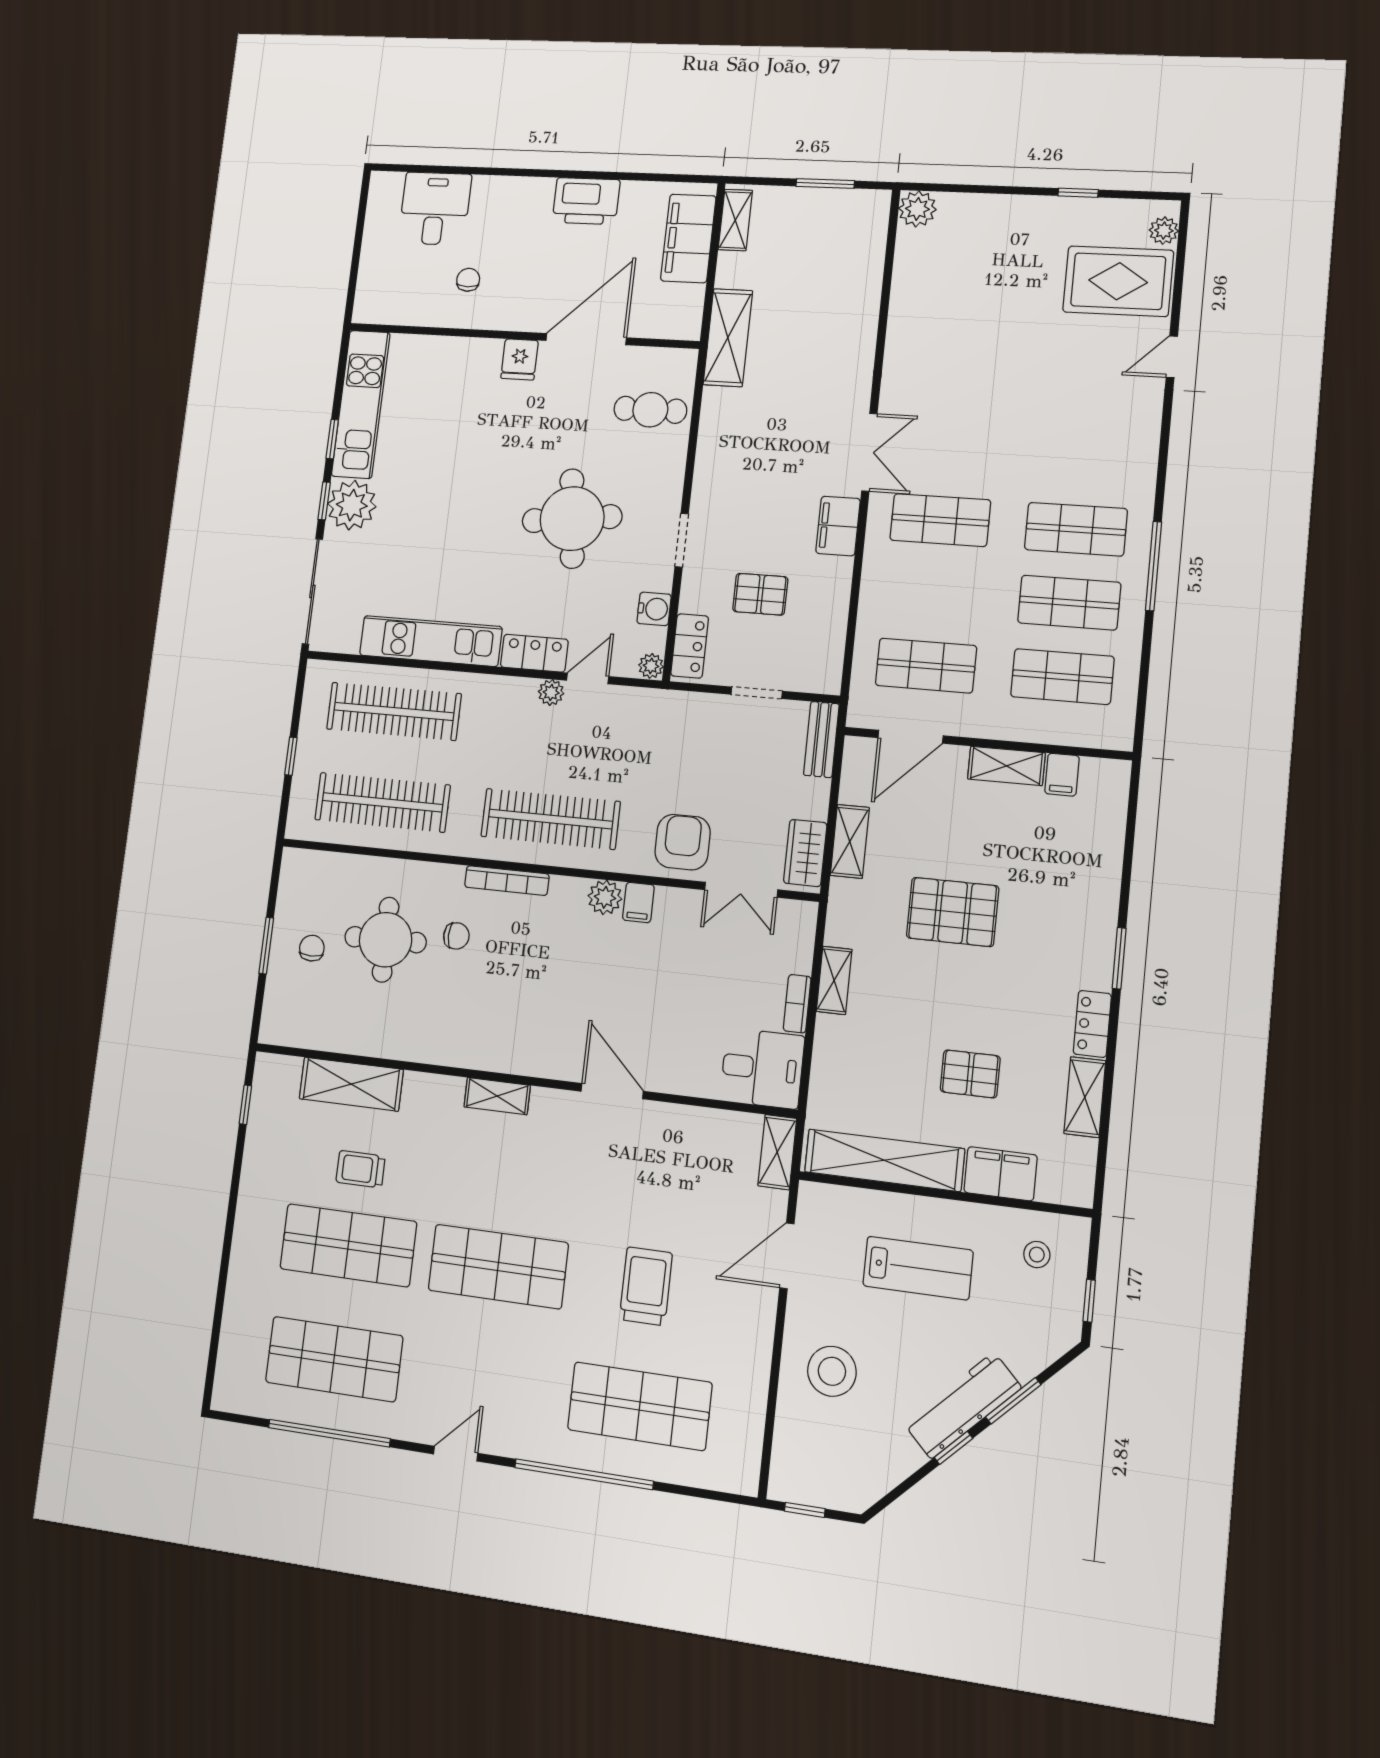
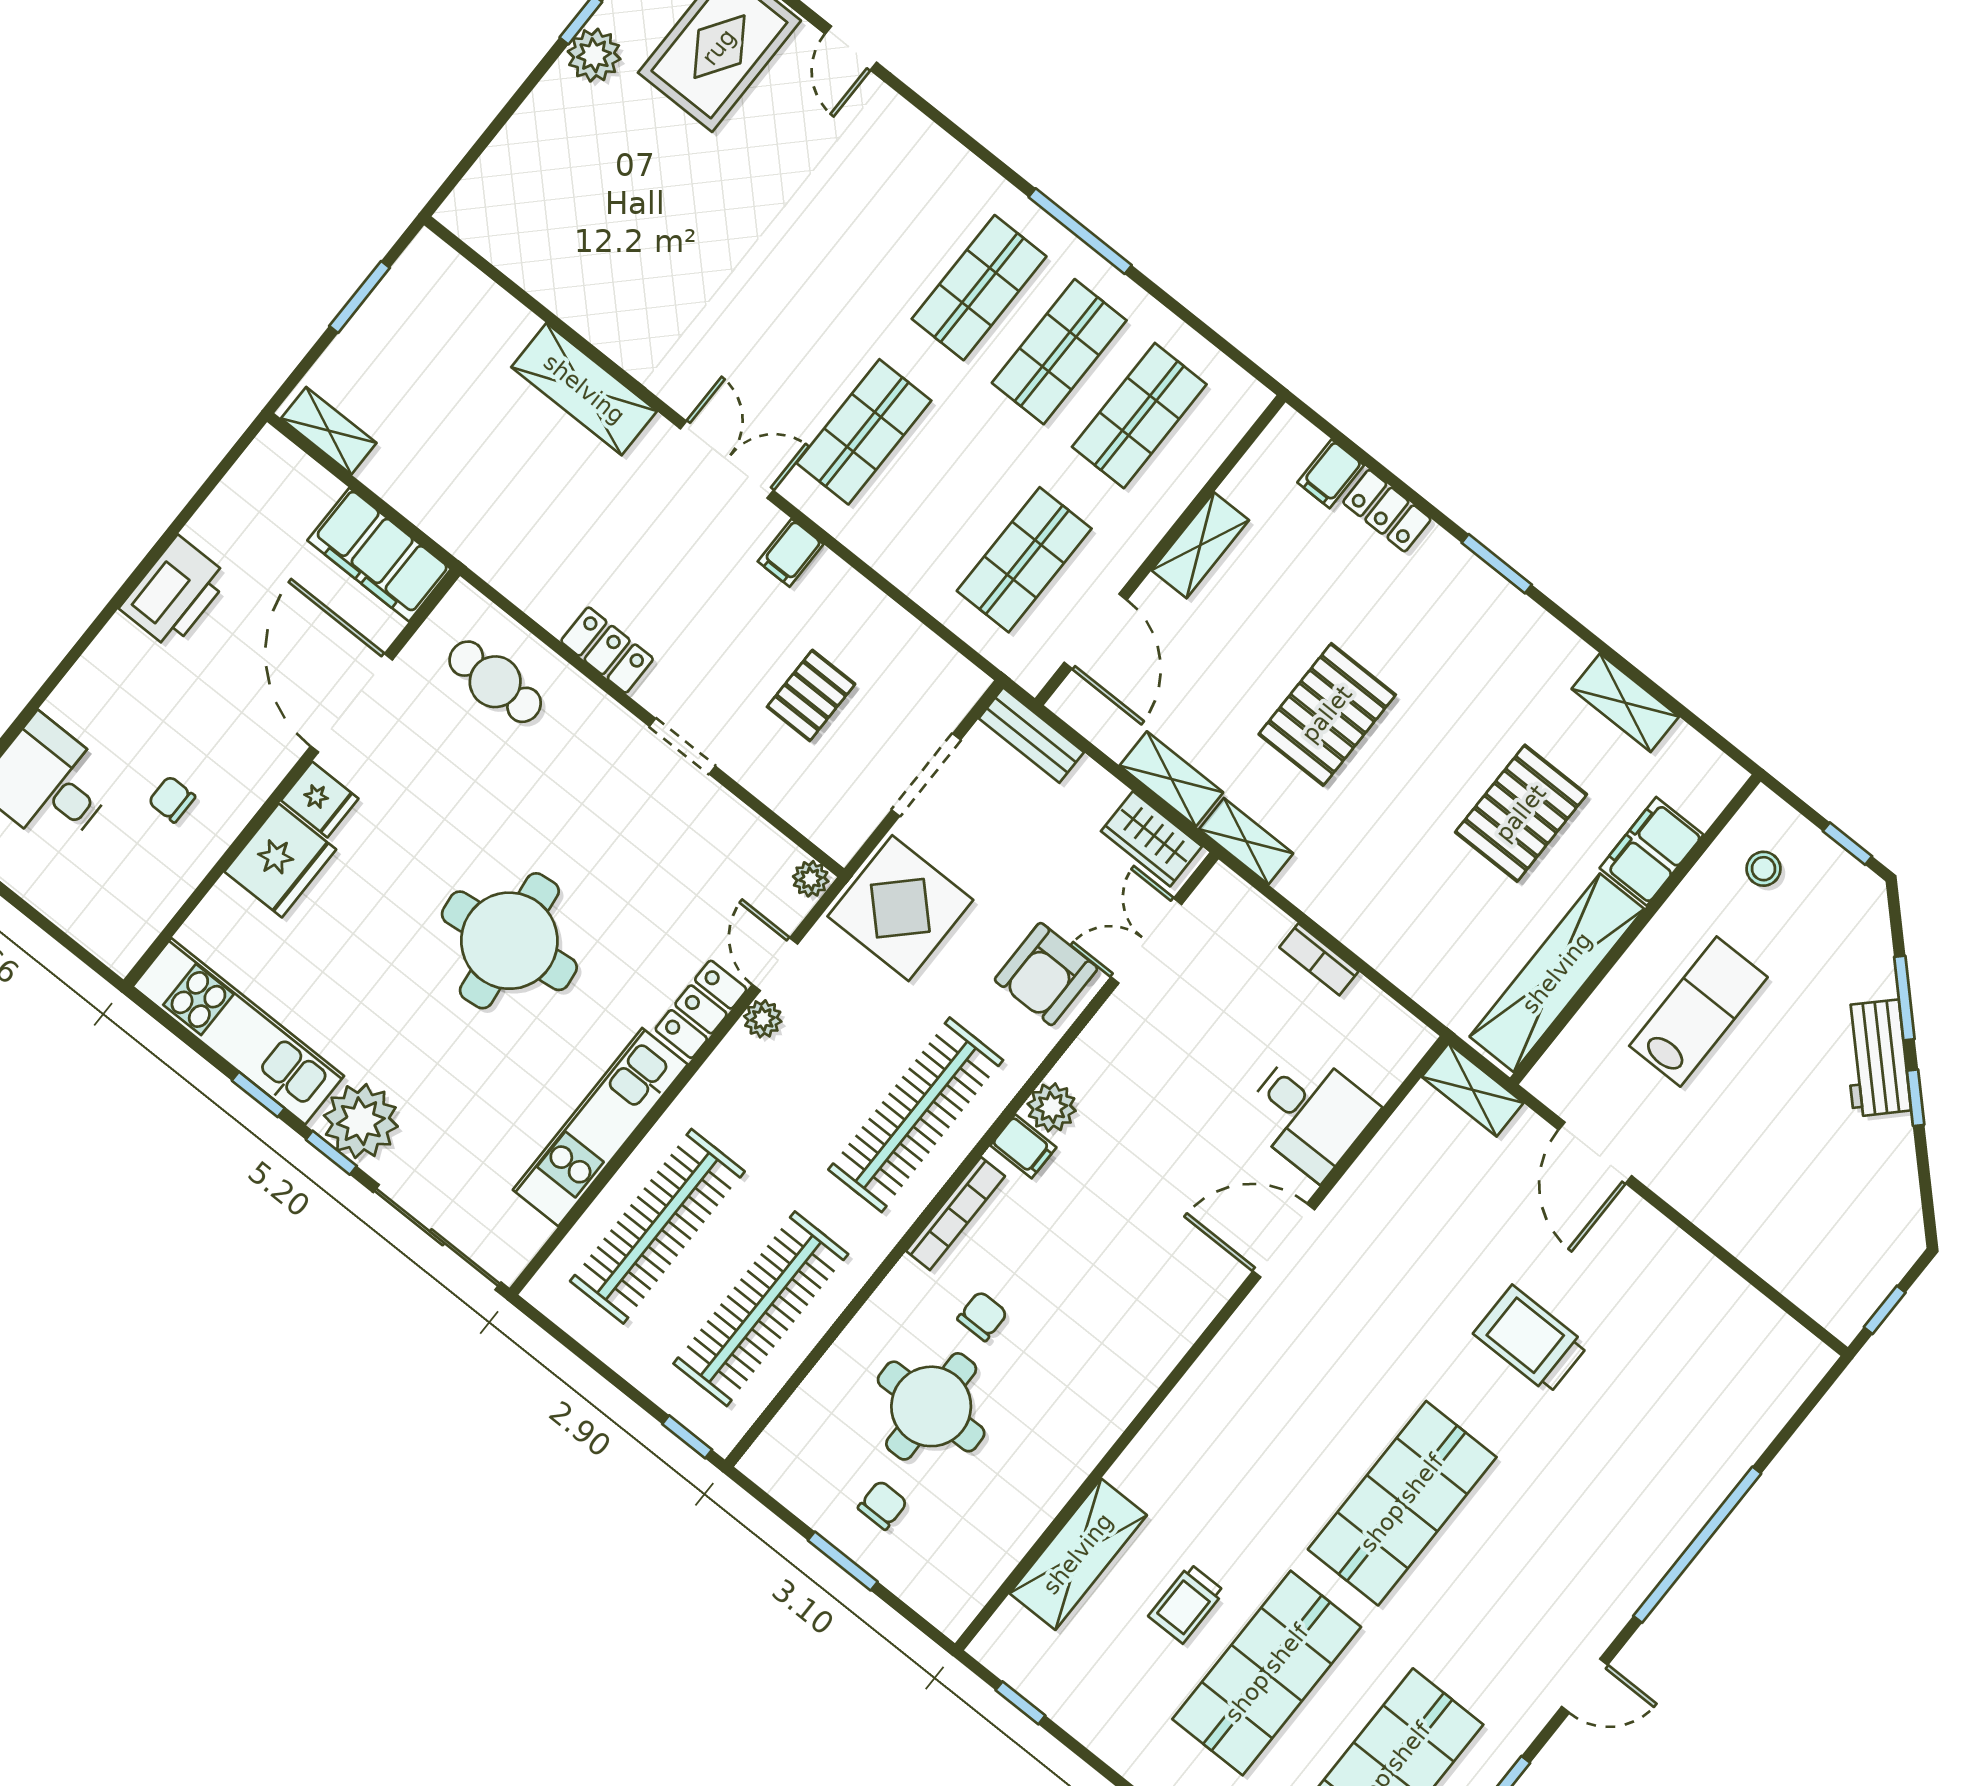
plant: (917, 209) -> (594, 55), moved
filing cabinet: (688, 238) -> (379, 555), moved
shelving: (728, 338) -> (584, 389), moved
fridge: (471, 362) -> (280, 860), added
cafe table: (650, 410) -> (495, 682), turned 90
round table: (572, 519) -> (509, 941), moved
filing cabinet: (838, 526) -> (791, 553), width x0.50
water cooler: (654, 609) -> (744, 832), removed
locker: (690, 646) -> (607, 650), moved
doorway: (757, 693) -> (926, 775), width x1.38
display table: (667, 730) -> (900, 908), added
window: (291, 756) -> (687, 1437), moved
filing cabinet: (1062, 775) -> (1331, 474), moved, turned 90
armchair: (683, 842) -> (1046, 974), turned -90
double door: (741, 890) -> (1146, 941), swing flipped
filing cabinet: (638, 902) -> (1023, 1146), moved
chair: (312, 948) -> (883, 1505), turned 90
shelving: (834, 980) -> (1246, 841), moved
locker: (1092, 1024) -> (1387, 511), moved
desk: (762, 1068) -> (1309, 1113), moved, turned 90
pallet: (970, 1074) -> (1521, 813), width x1.50, depth x1.42
shelving: (497, 1096) -> (1204, 1383), removed
stool: (832, 1371) -> (1753, 1182), removed
shop shelf: (640, 1406) -> (1660, 1431), removed
workbench: (962, 1406) -> (1876, 1058), width x0.73
door: (456, 1454) -> (1585, 1686), swing flipped

